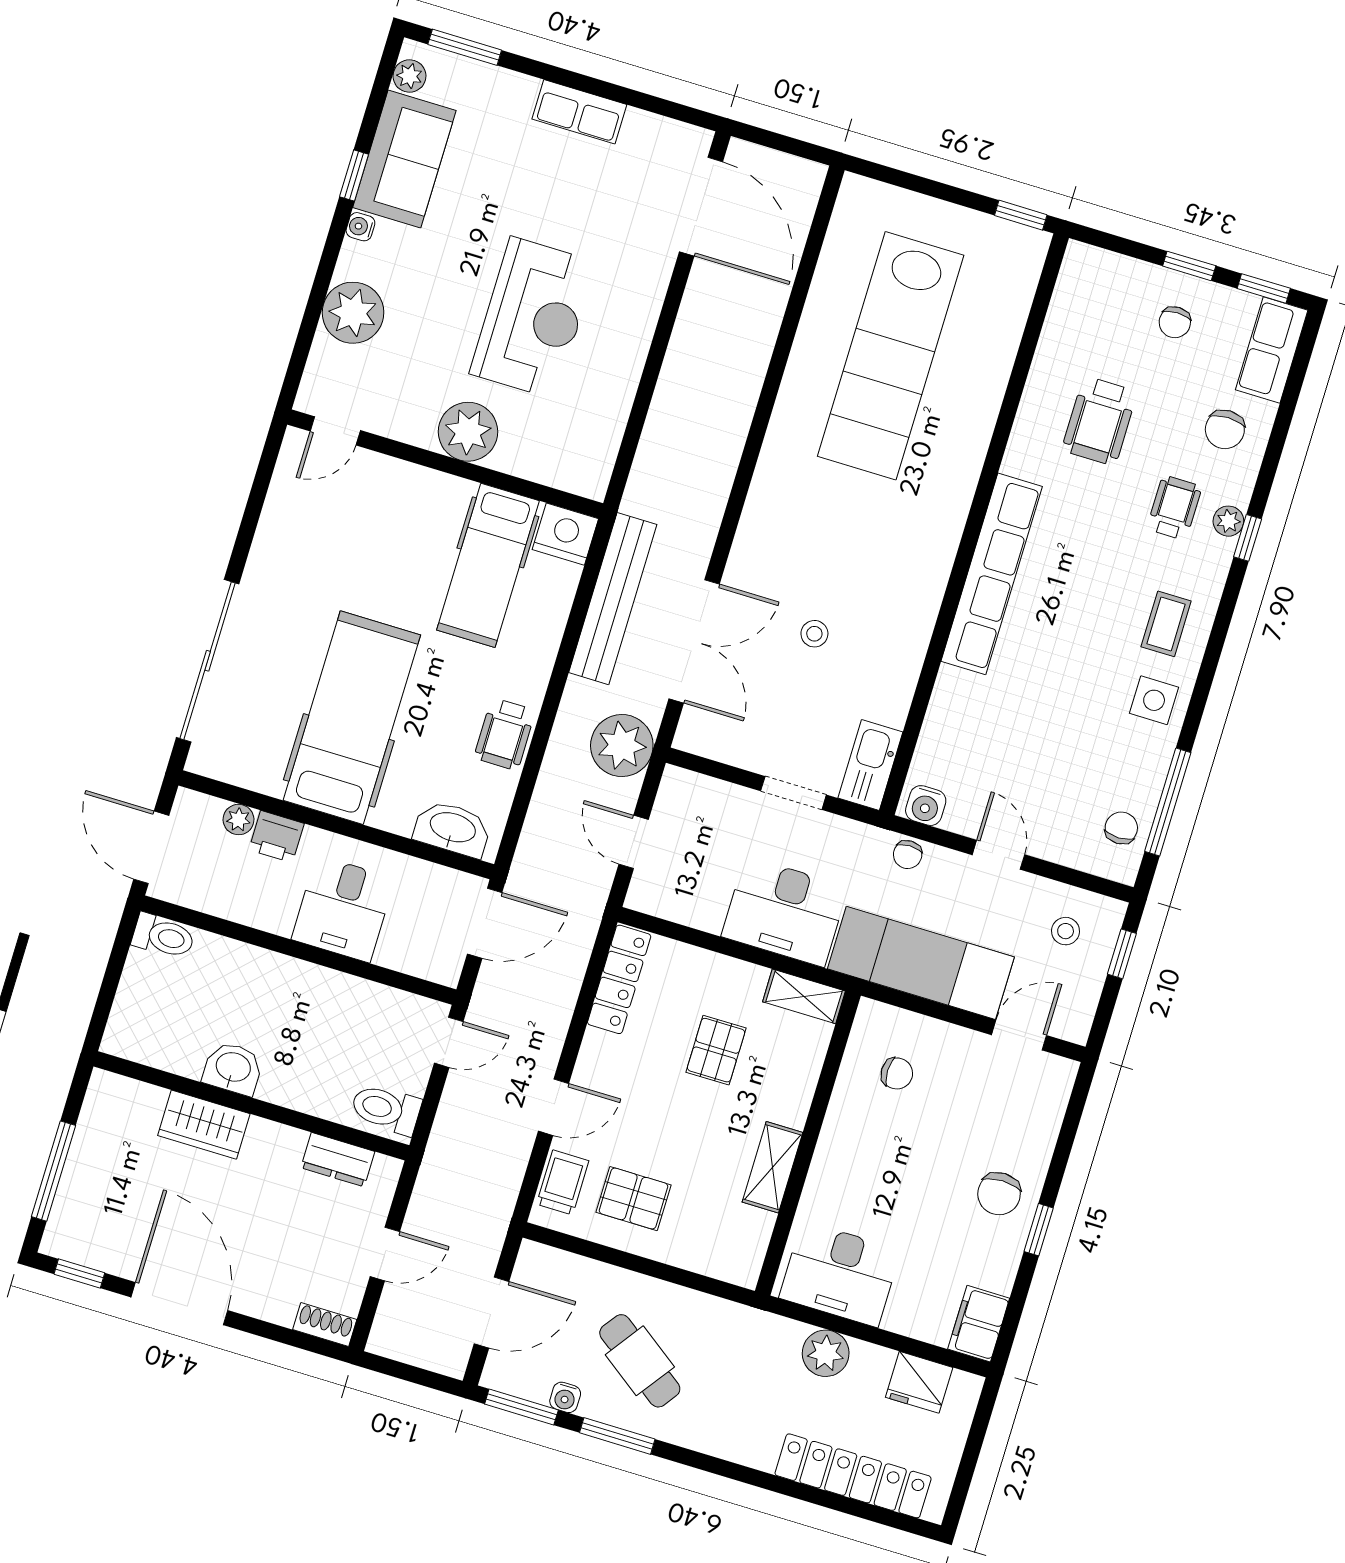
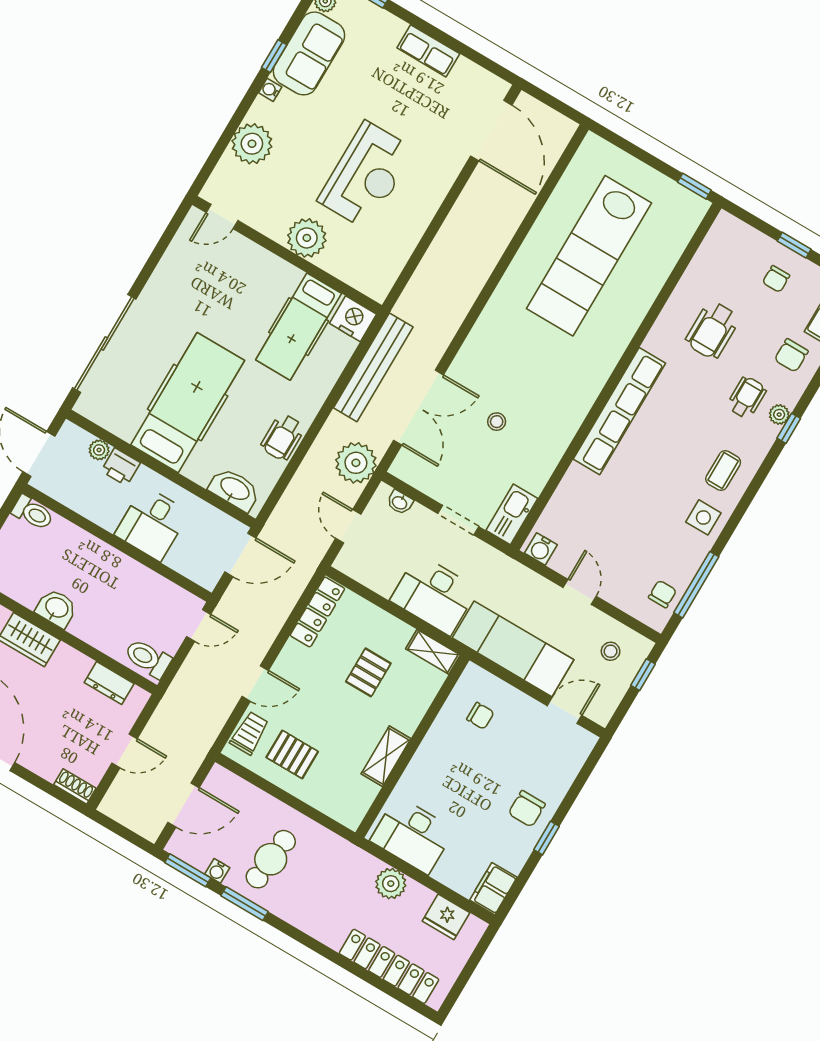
washbasin: (701, 788) -> (400, 502), added
chair: (908, 855) -> (522, 577), removed
cafe table: (640, 1361) -> (271, 859), turned 60

